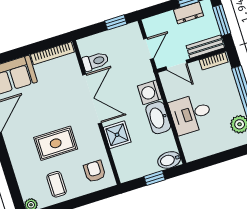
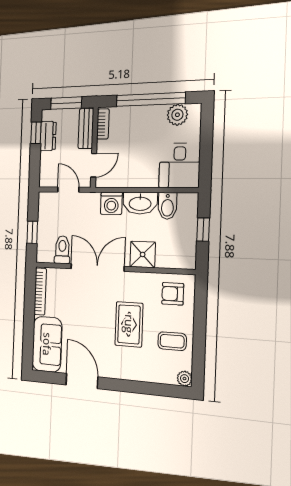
window: (116, 22) -> (32, 232), moved
desk: (191, 114) -> (179, 166), moved
bidet: (169, 160) -> (167, 206), moved

